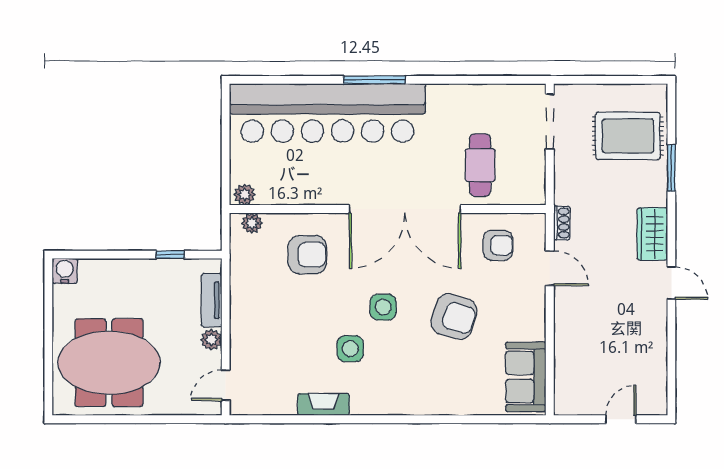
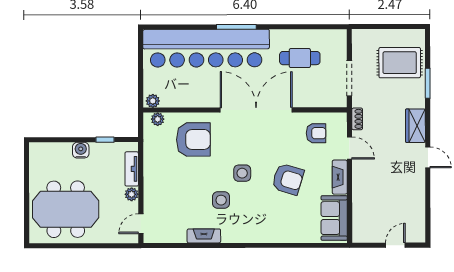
doorway: (550, 122) -> (349, 78), moved
cafe table: (480, 165) -> (300, 58), moved, turned 90
double door: (405, 209) -> (256, 110), swing flipped
armchair: (307, 255) -> (193, 139), width x1.36, depth x1.36
water cooler: (65, 271) -> (81, 150), moved
fireplace: (535, 313) -> (340, 177), added

